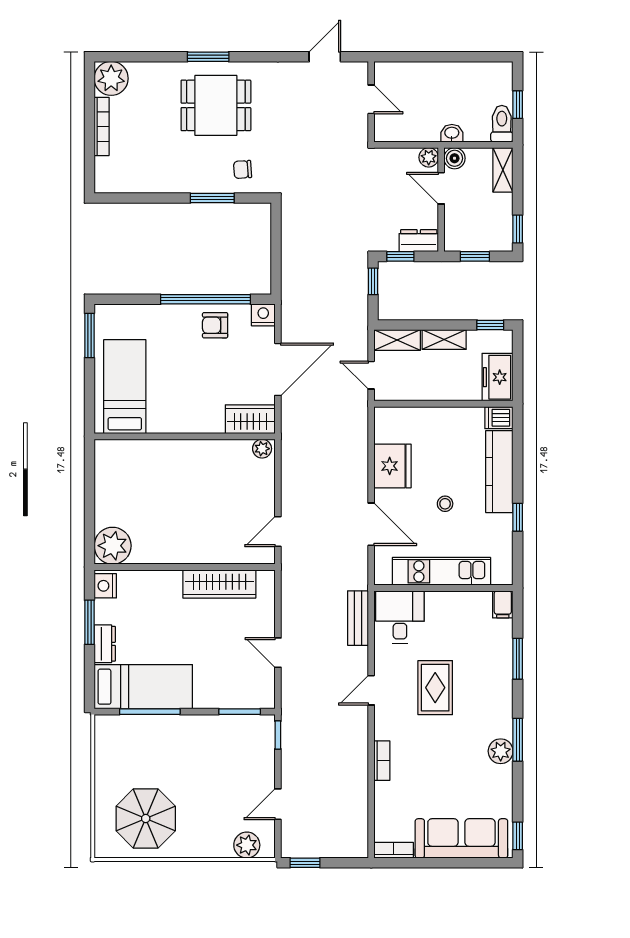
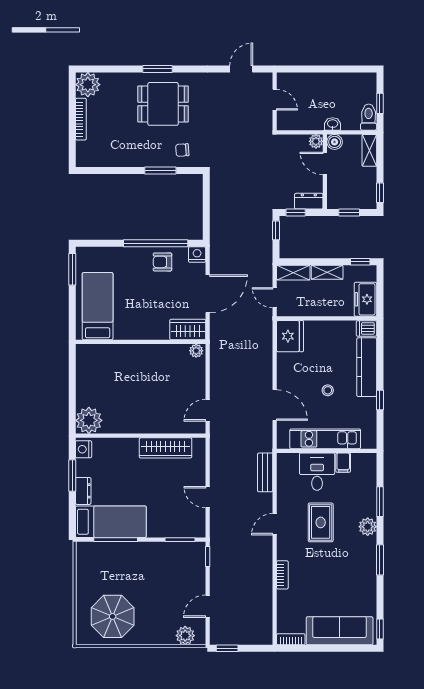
fridge: (393, 466) -> (290, 336), moved
filing cabinet: (503, 604) -> (343, 463), moved
desk: (400, 617) -> (317, 472), moved
plant: (501, 751) -> (368, 527), moved

